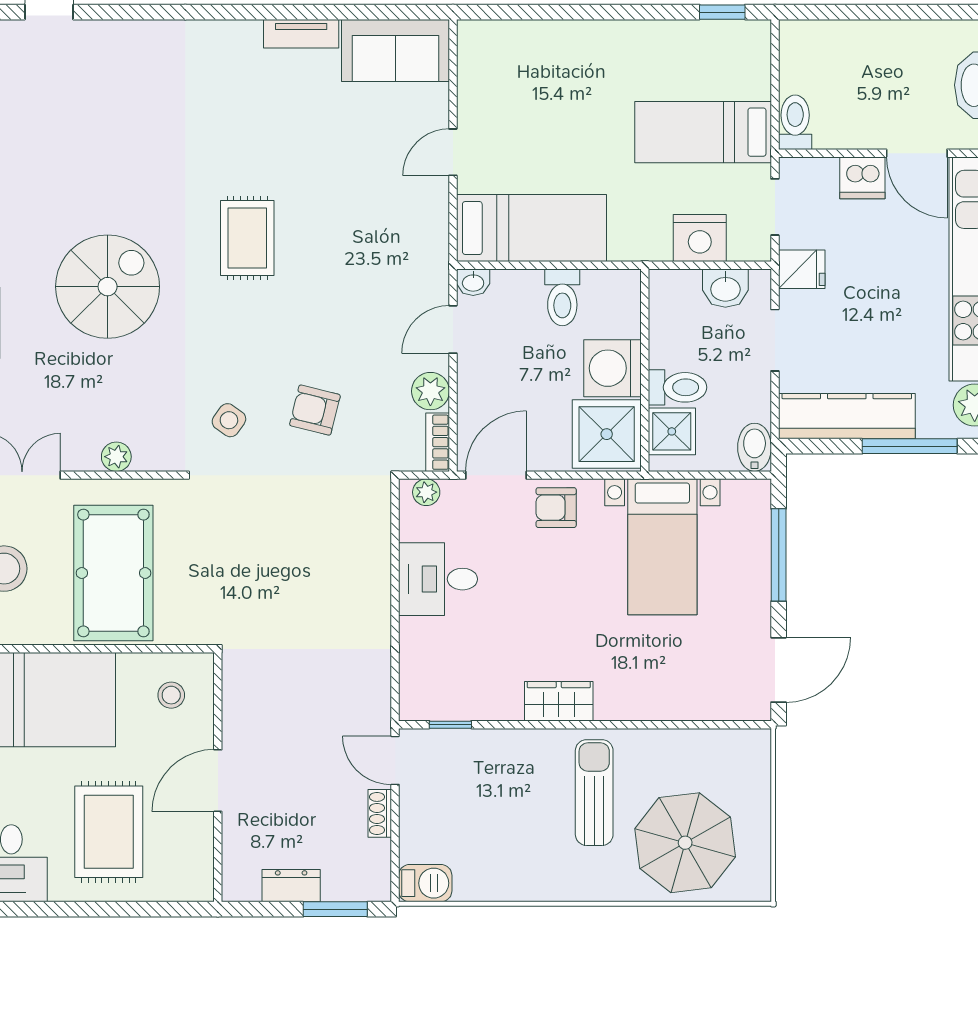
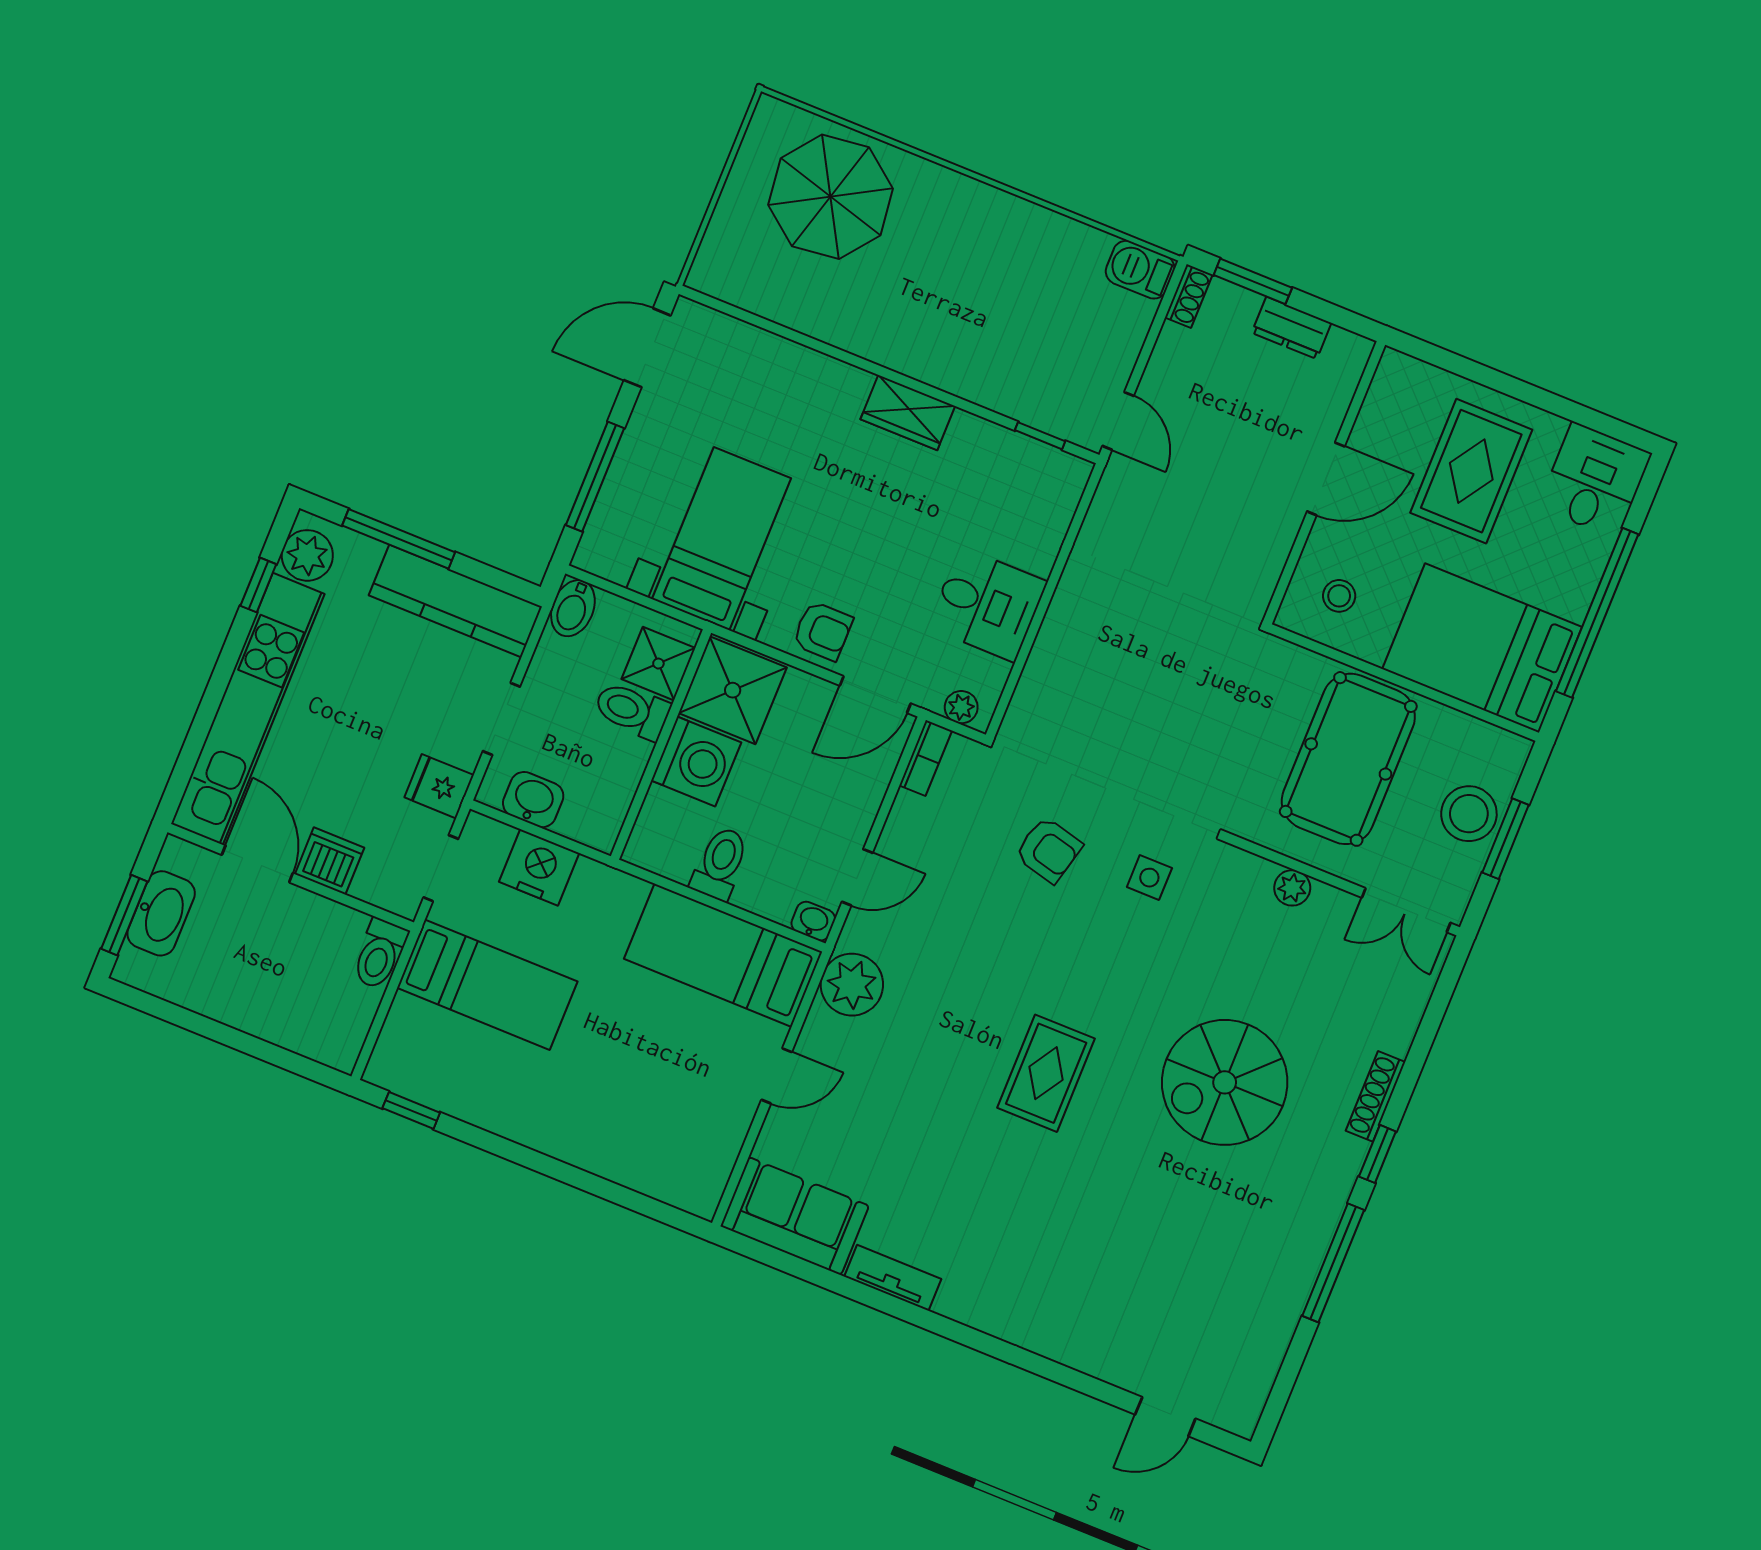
plant: (430, 391) -> (852, 985), moved, width x1.36, depth x1.36
side table: (229, 420) -> (1149, 878), turned -35
sun lounger: (594, 793) -> (910, 294), removed
shoe rack: (380, 813) -> (1189, 296), moved

